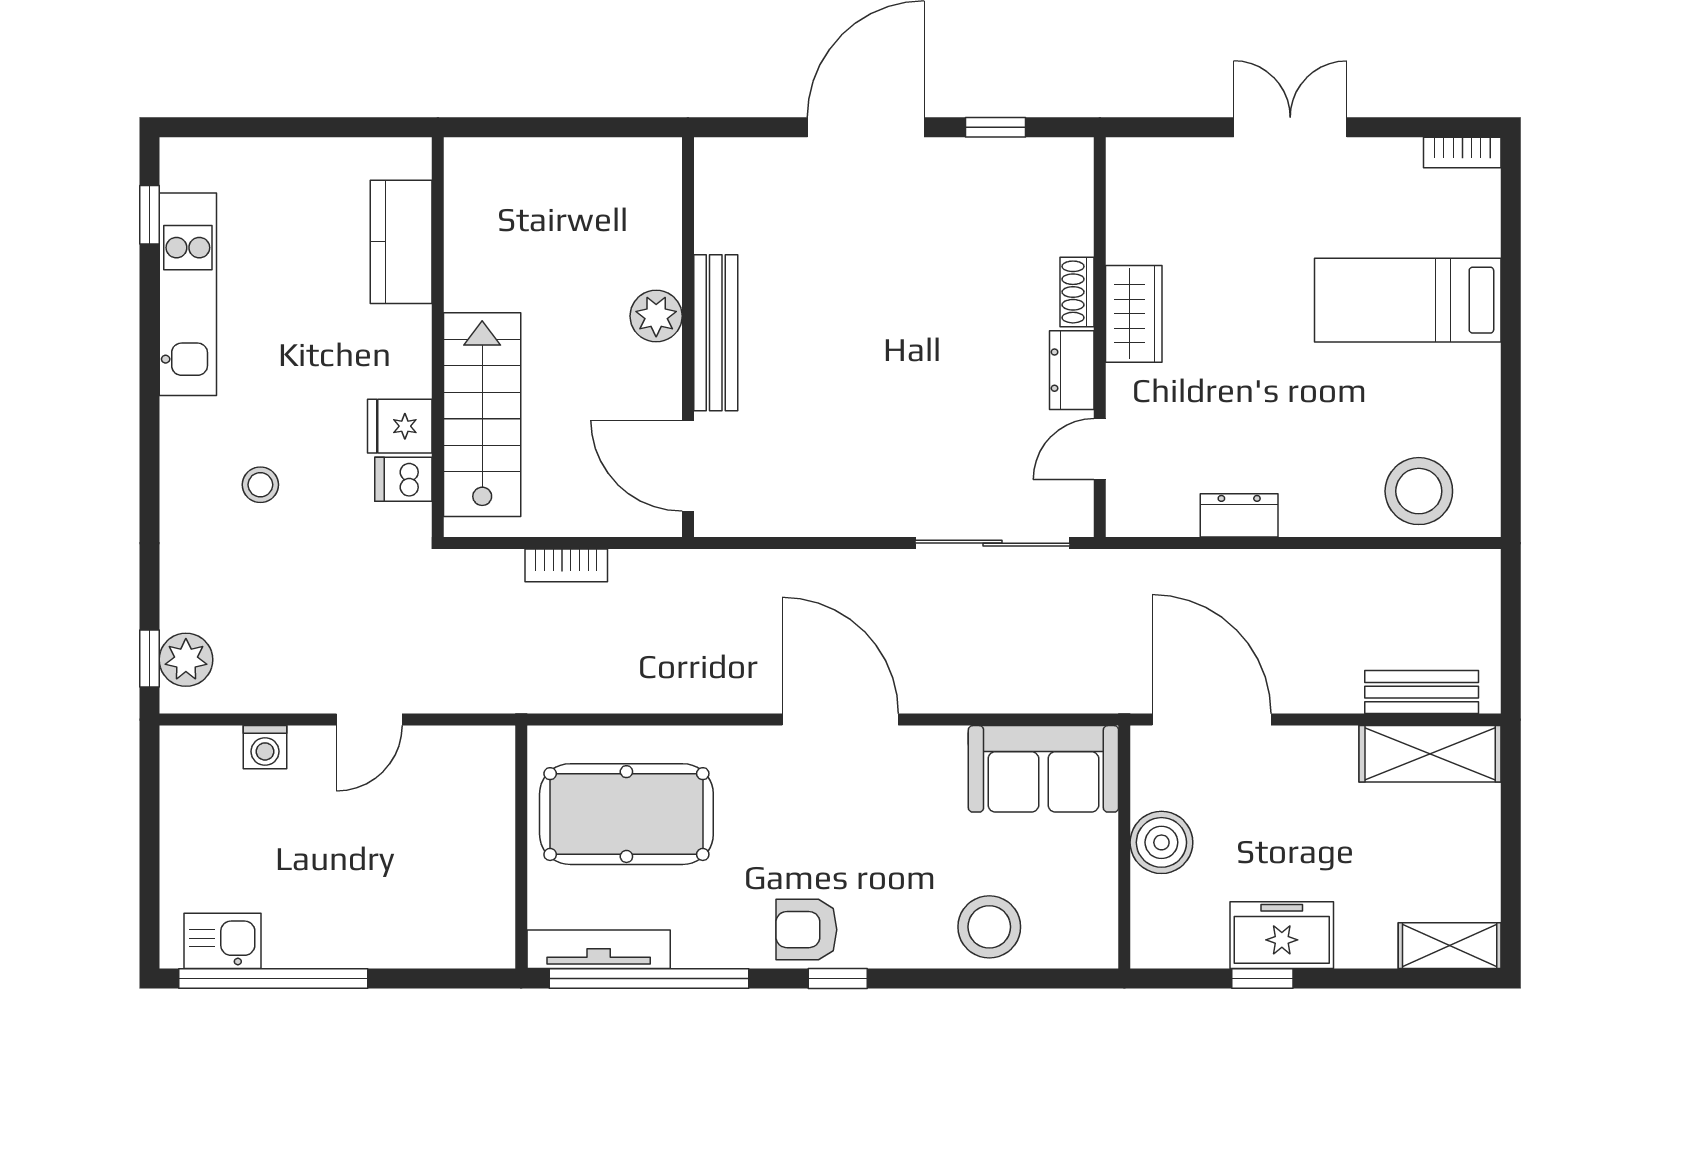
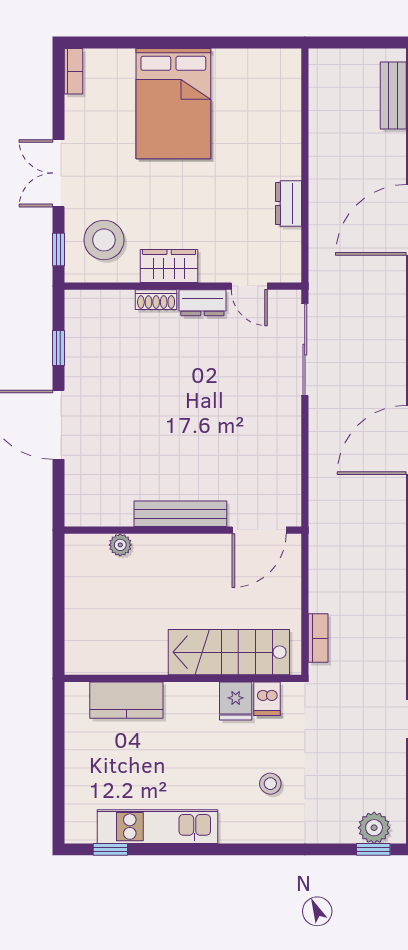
window: (1162, 127) -> (58, 250), added
bed: (1408, 300) -> (173, 104), width x1.50
plant: (656, 316) -> (120, 545), moved, width x0.73, depth x0.73
stool: (1419, 491) -> (104, 240), moved
bookcase: (566, 565) -> (318, 638), moved

